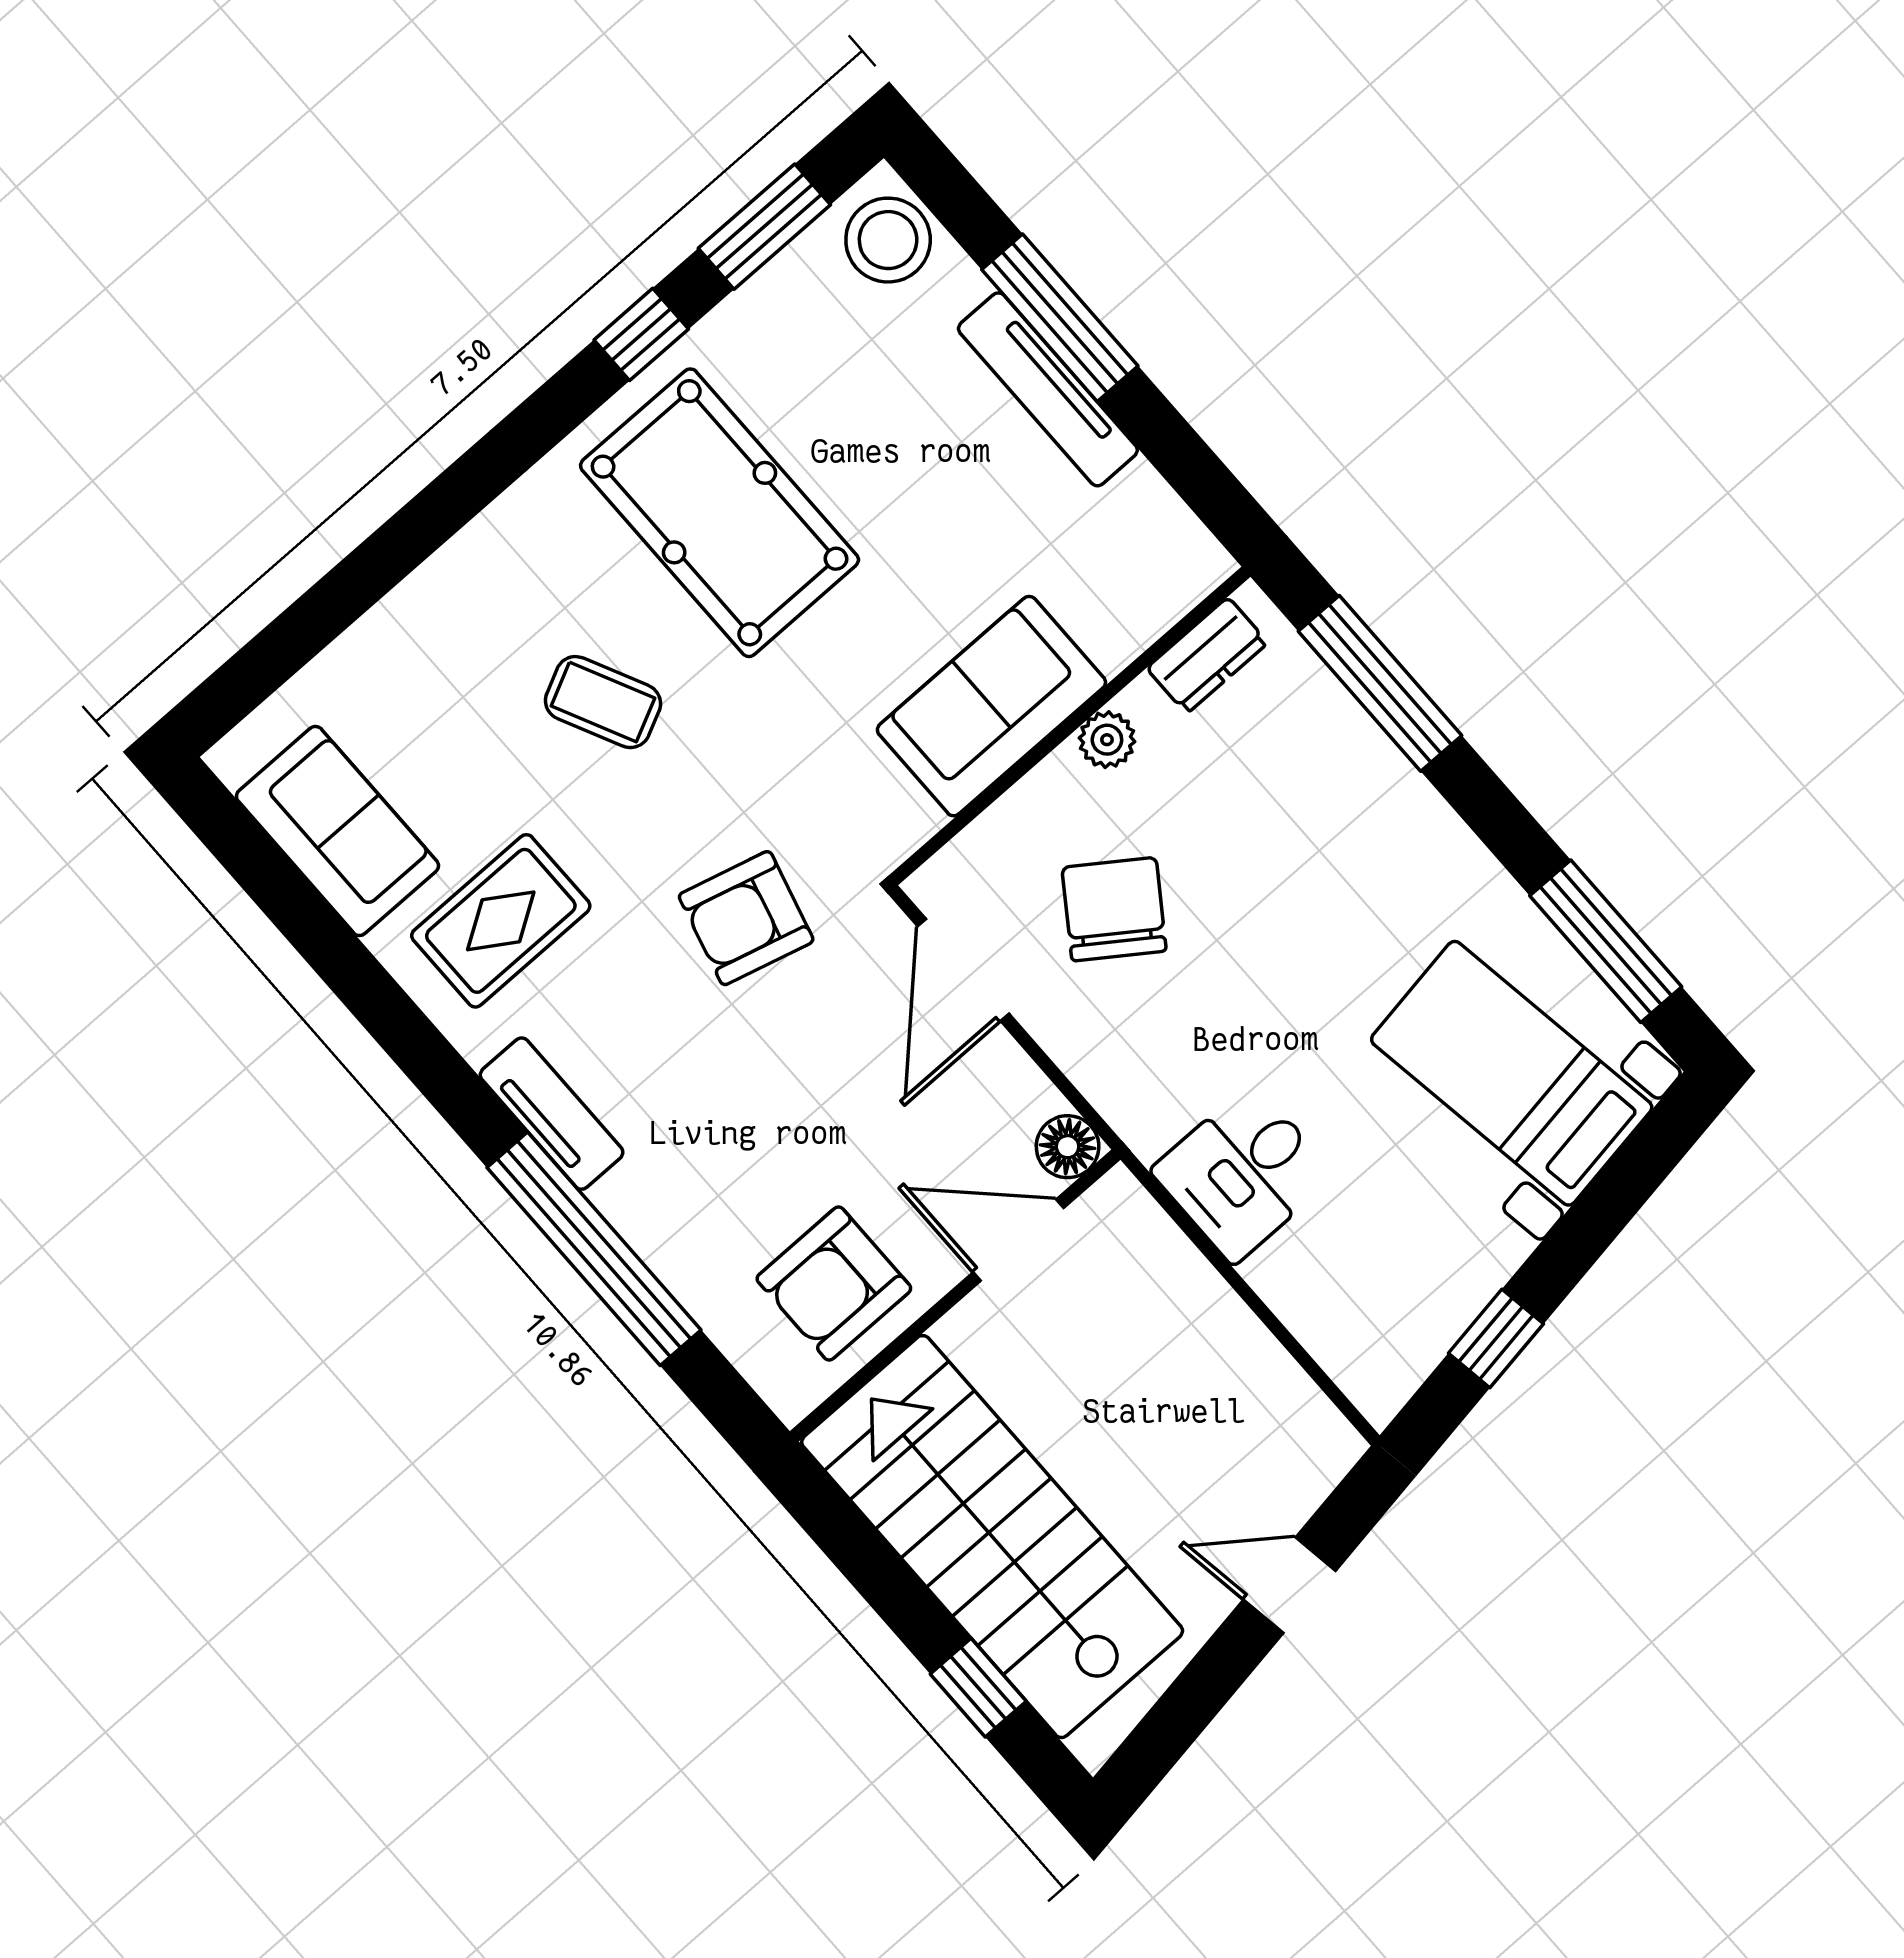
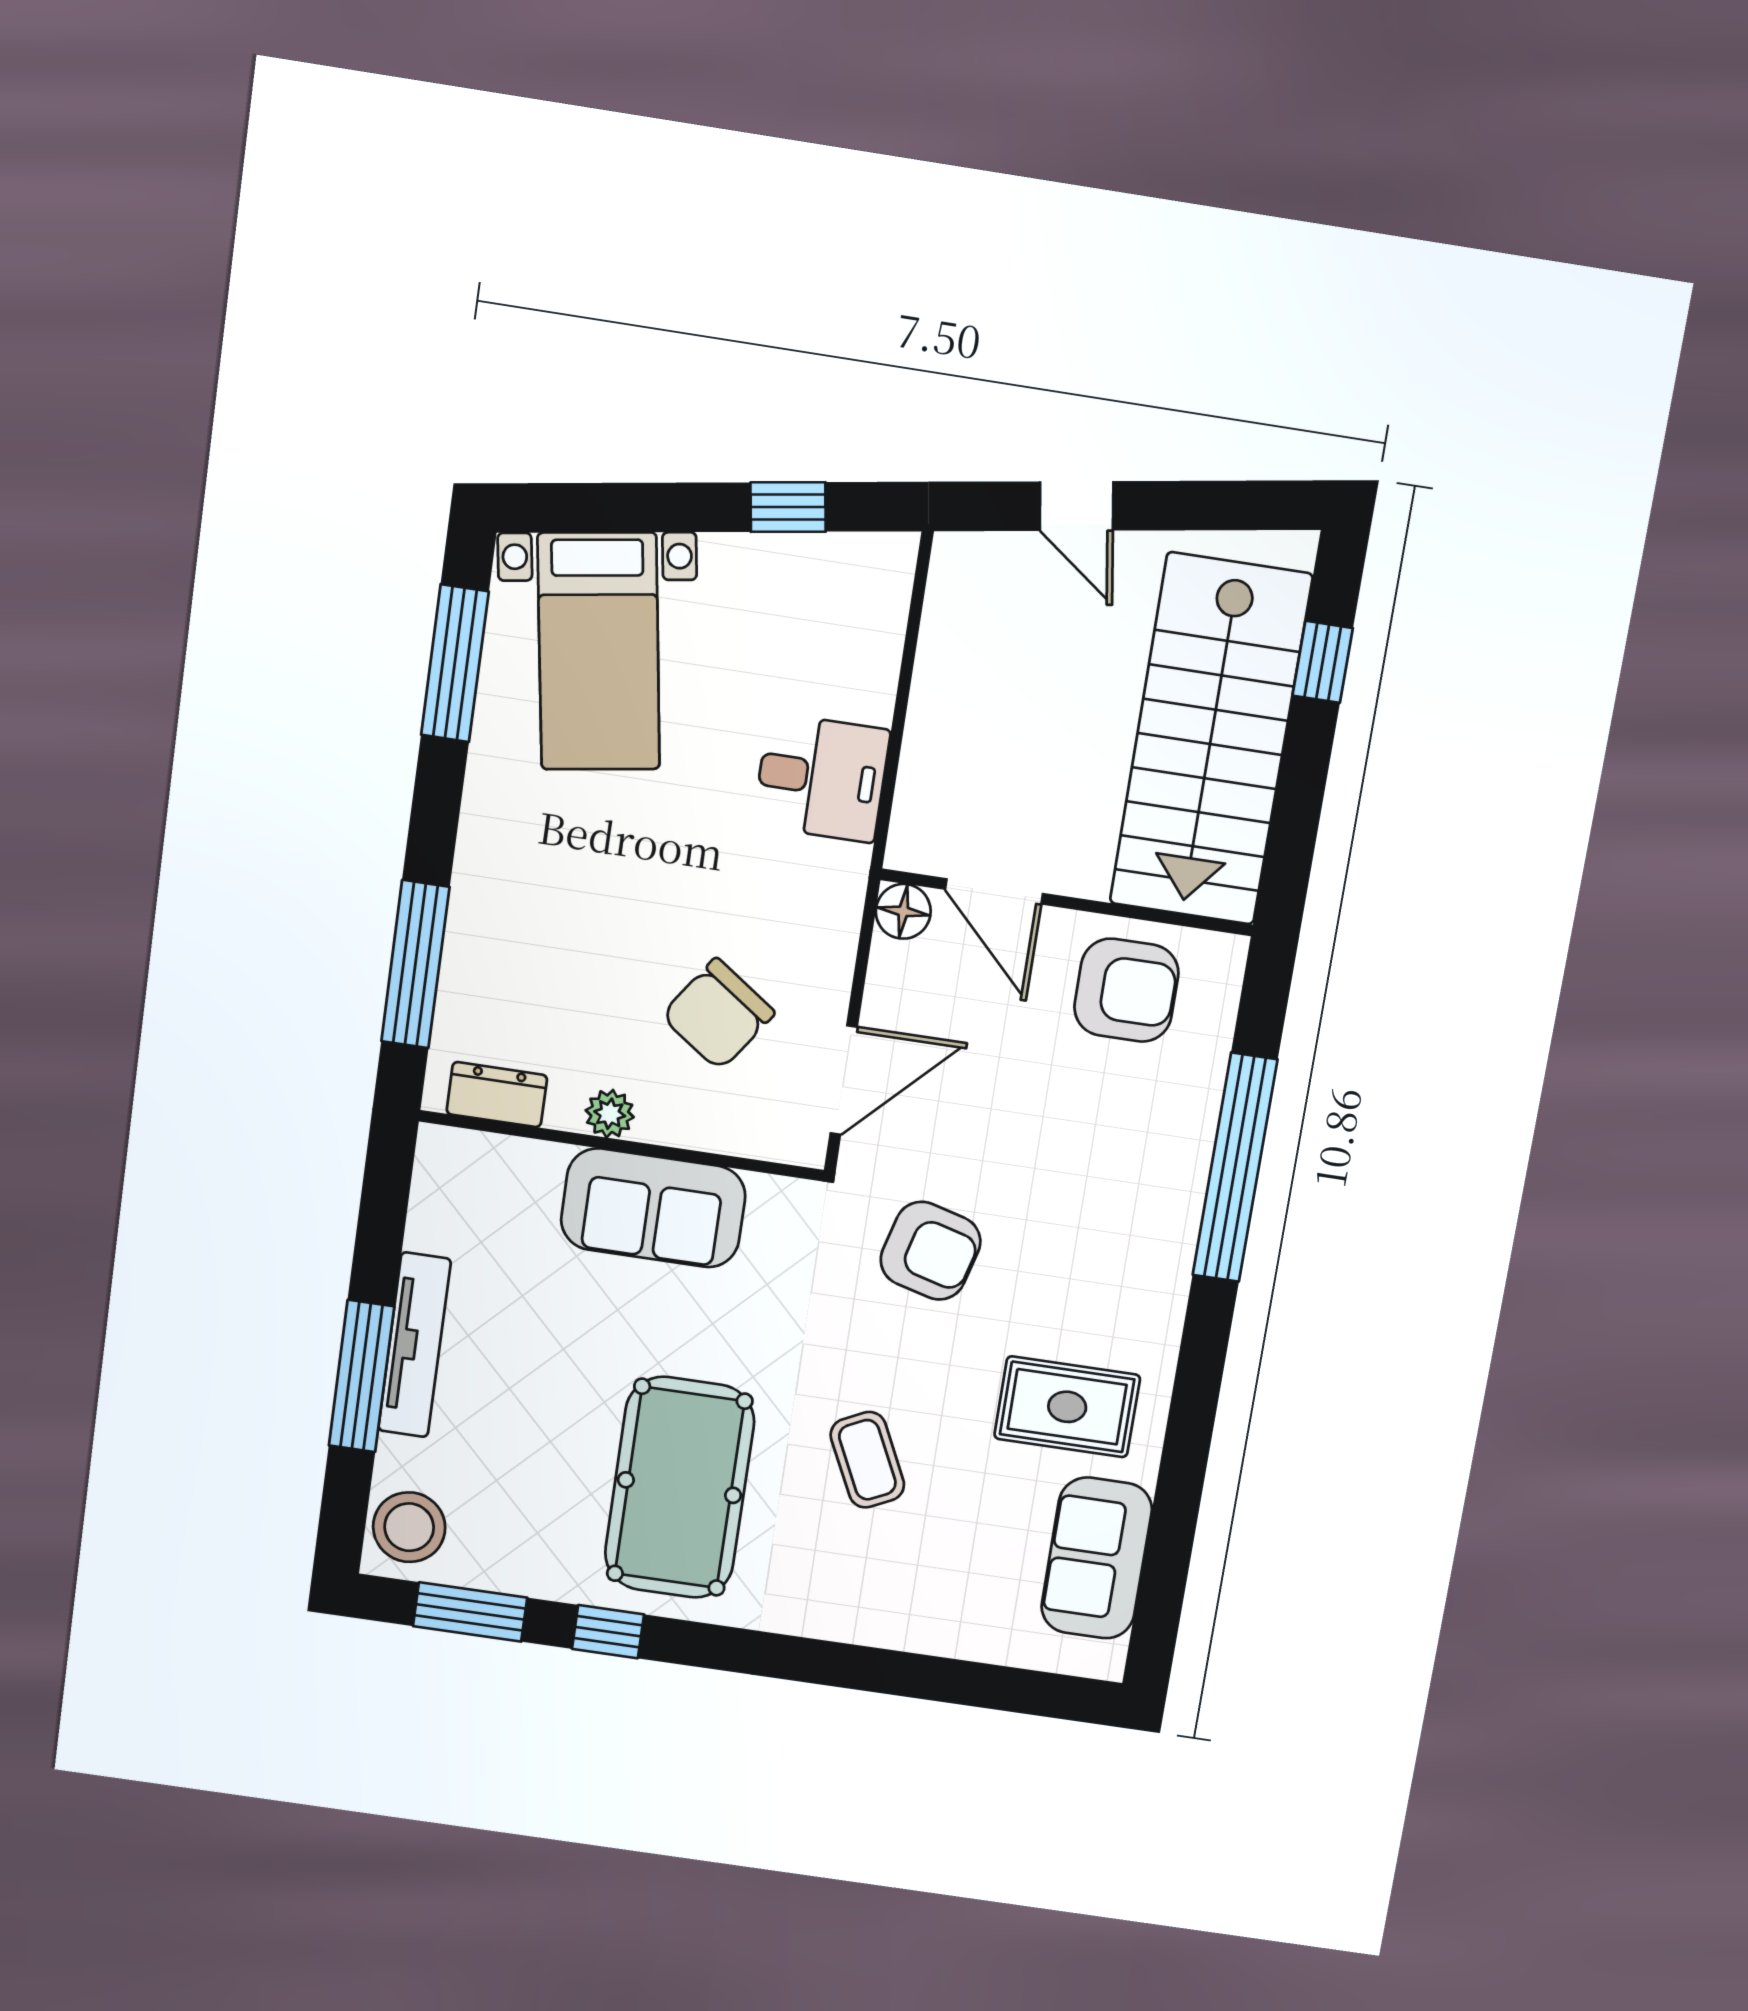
tv unit: (552, 1114) -> (1167, 1269), removed

